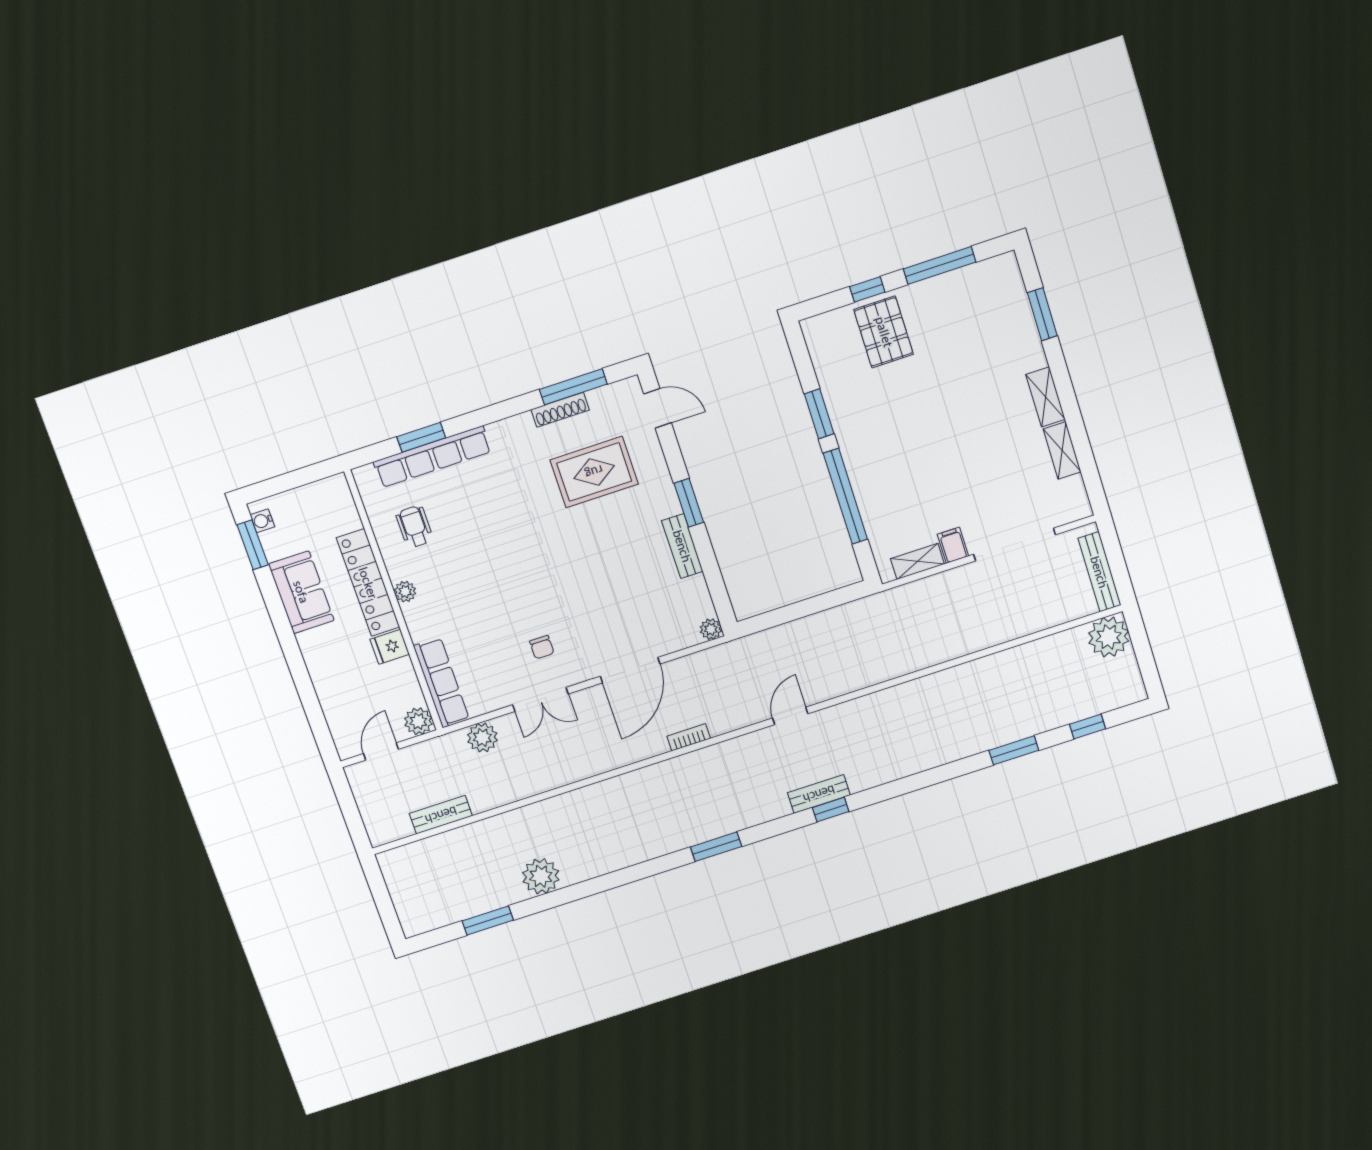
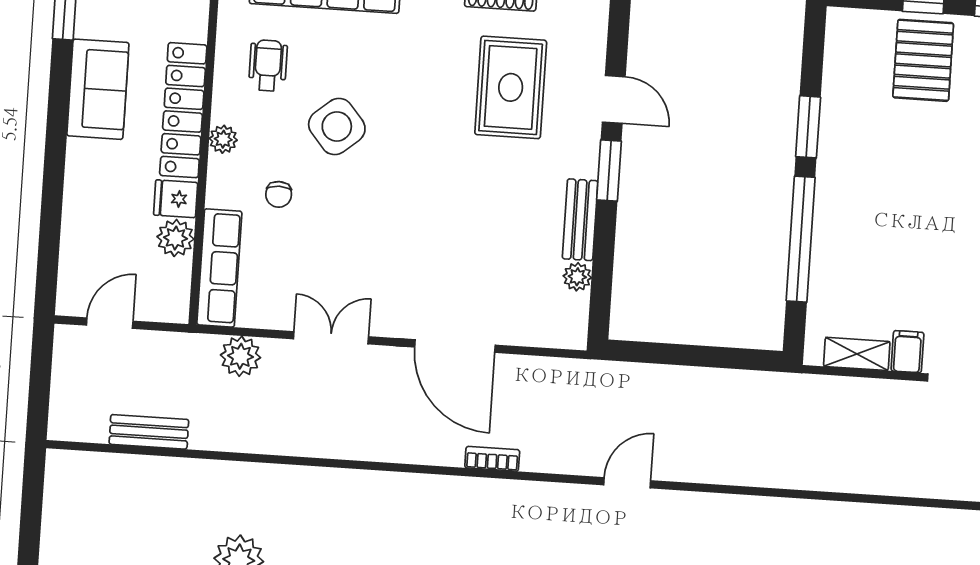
door: (658, 408) -> (614, 99), moved
rug: (594, 472) -> (511, 87), turned 90
side table: (482, 550) -> (337, 126), added
plant: (711, 629) -> (577, 277), moved
chair: (542, 647) -> (279, 194), moved
door: (630, 670) -> (455, 346), hinge flipped
double door: (540, 699) -> (331, 338), swing flipped
plant: (418, 721) -> (175, 238), moved

